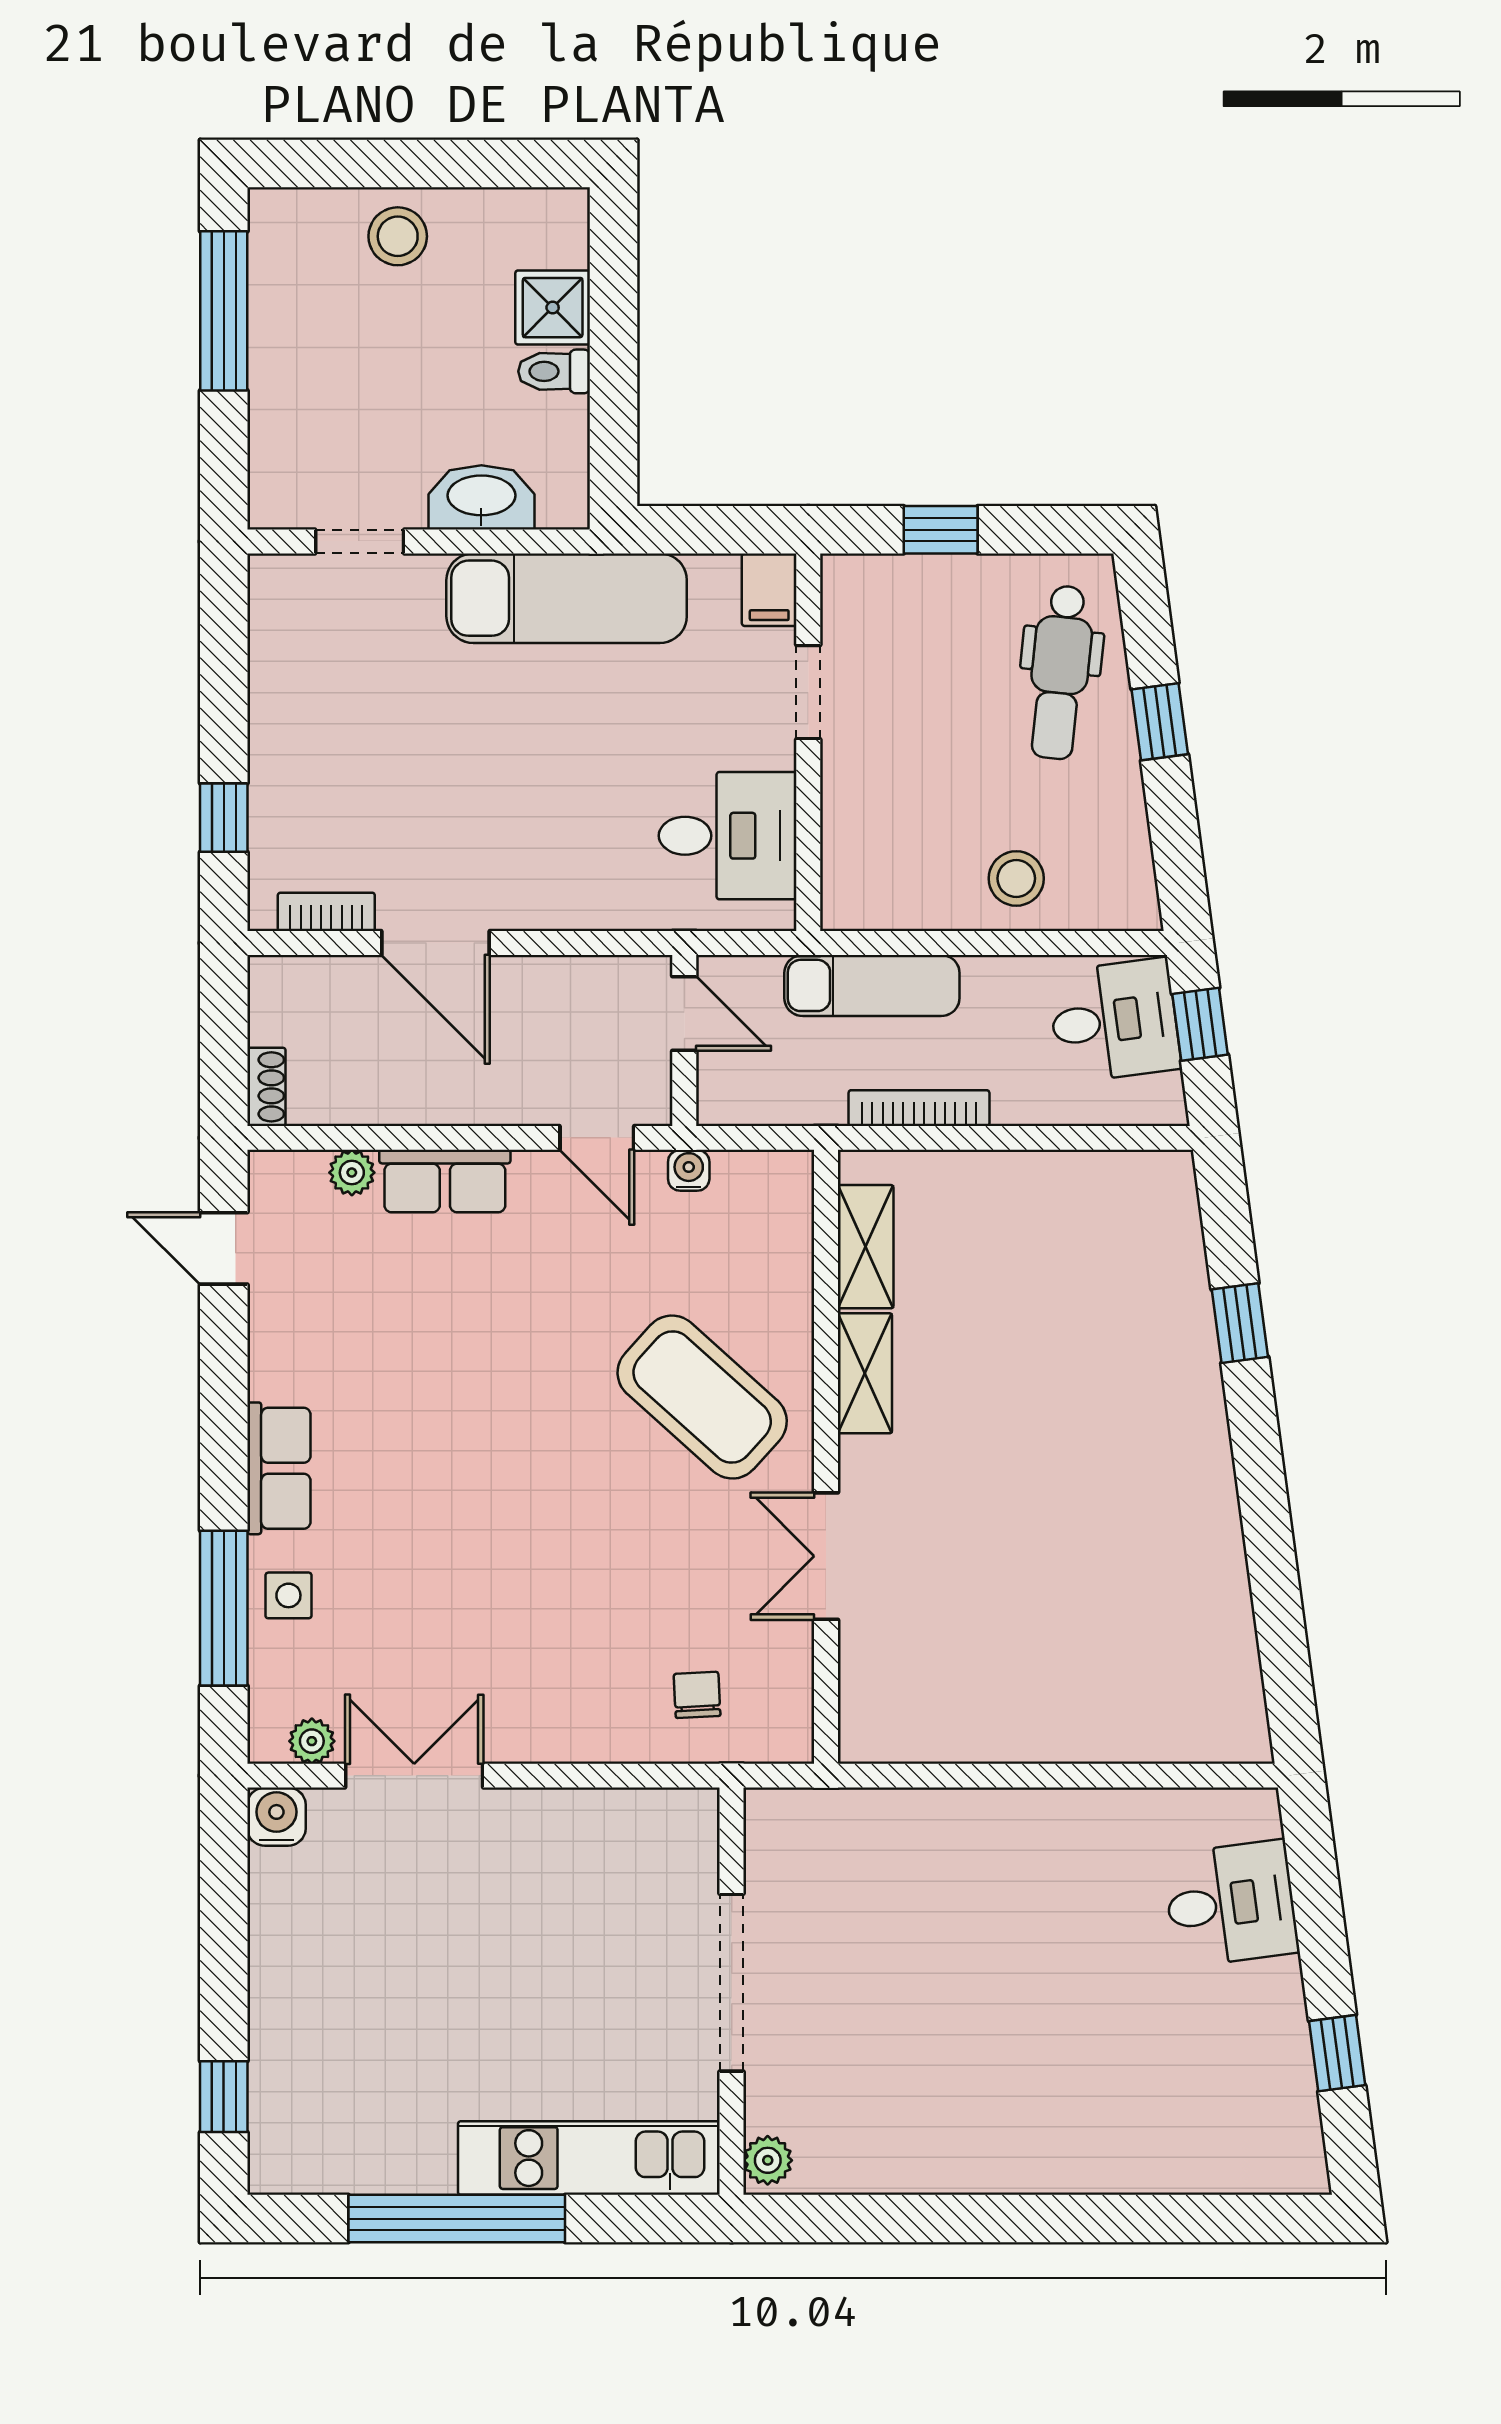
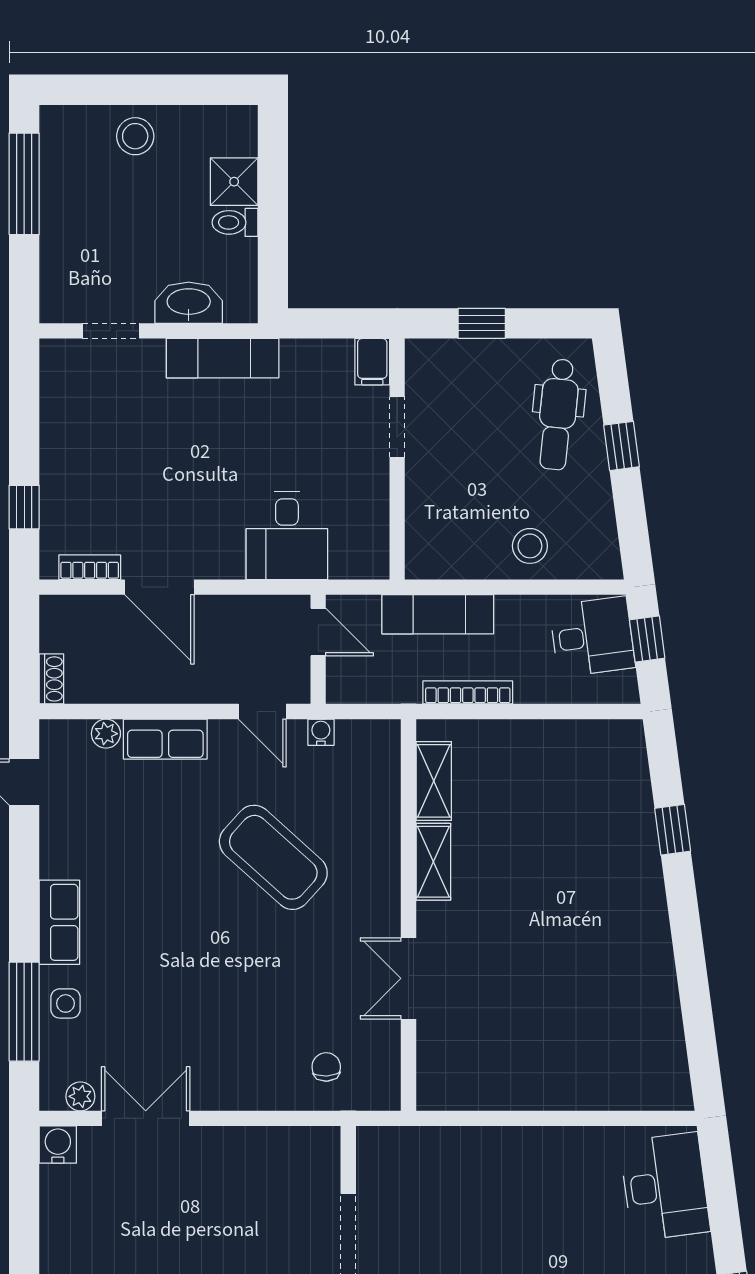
exam couch: (567, 598) -> (223, 358), width x0.73, depth x0.69
desk: (728, 836) -> (287, 536), moved, turned 90
coffee table: (702, 1397) -> (273, 857), moved
desk: (1231, 1904) -> (665, 1187), width x1.37

